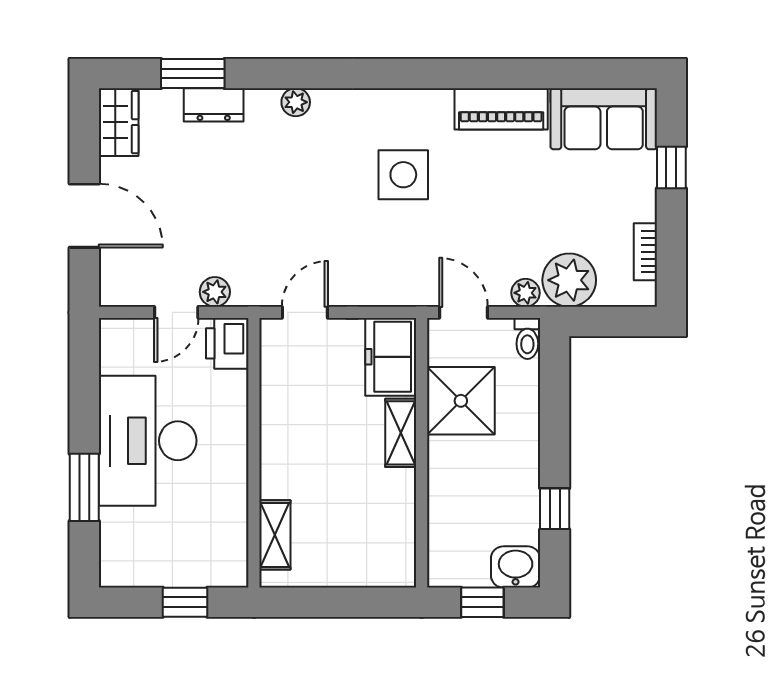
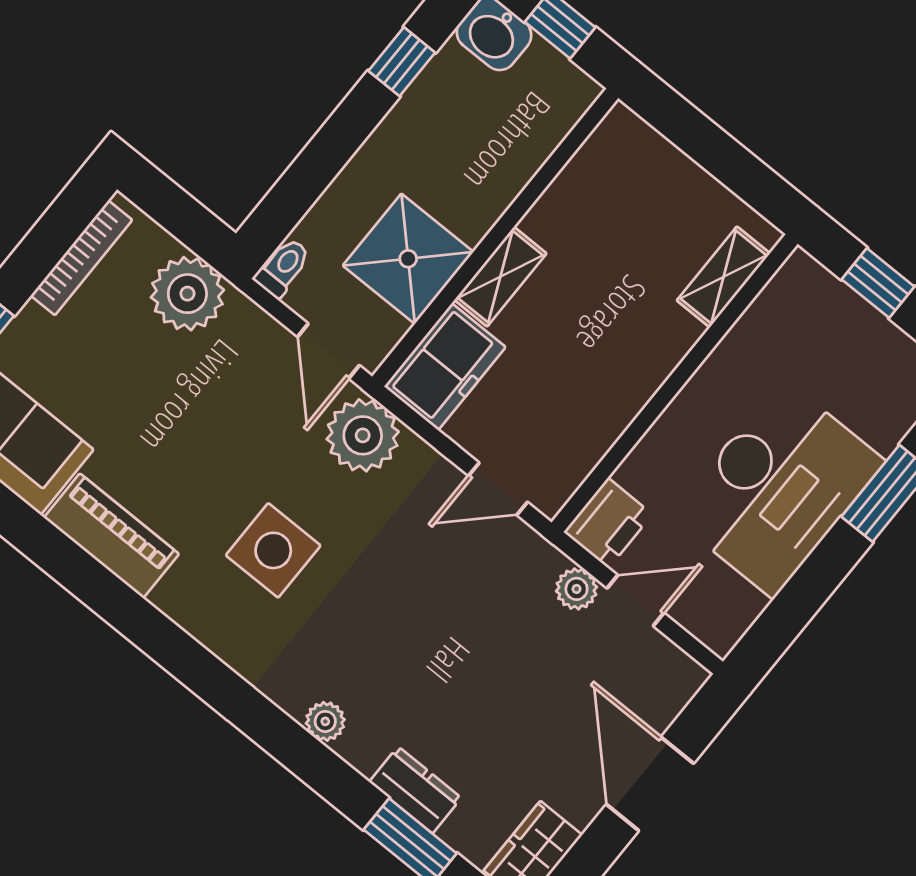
bookcase: (645, 252) -> (81, 258), width x1.56
plant: (525, 293) -> (363, 435), moved, width x1.88, depth x1.88

